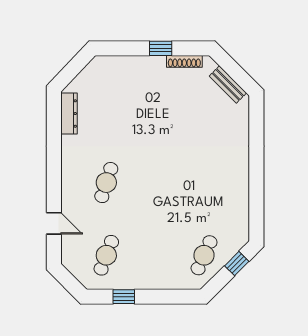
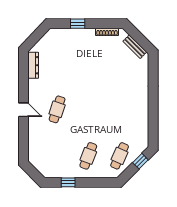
window: (161, 48) -> (78, 24), moved
door: (54, 223) -> (24, 110), moved
cafe table: (106, 255) -> (88, 156), moved

